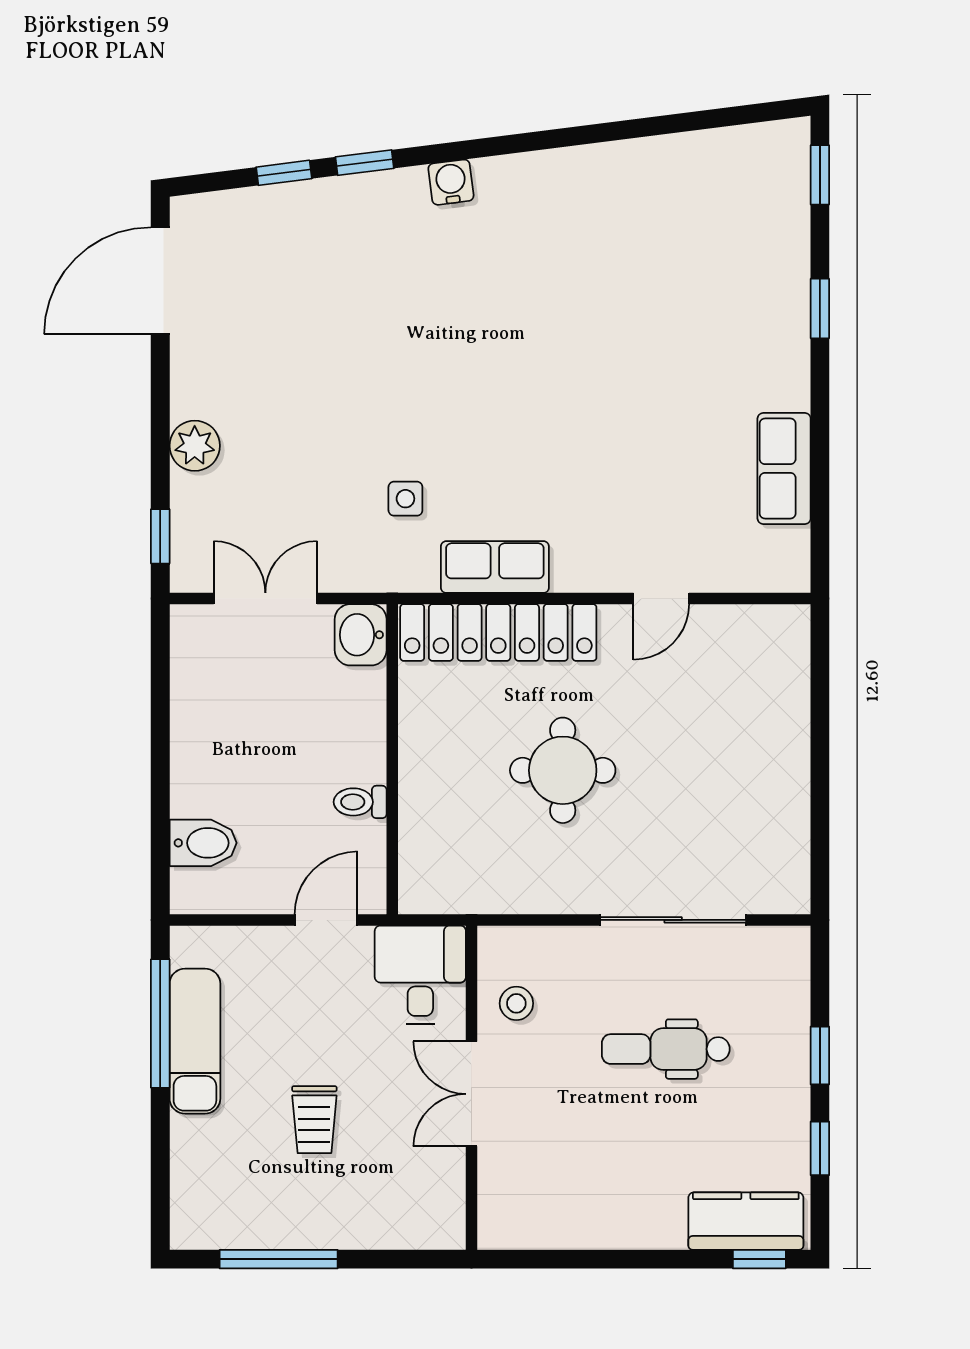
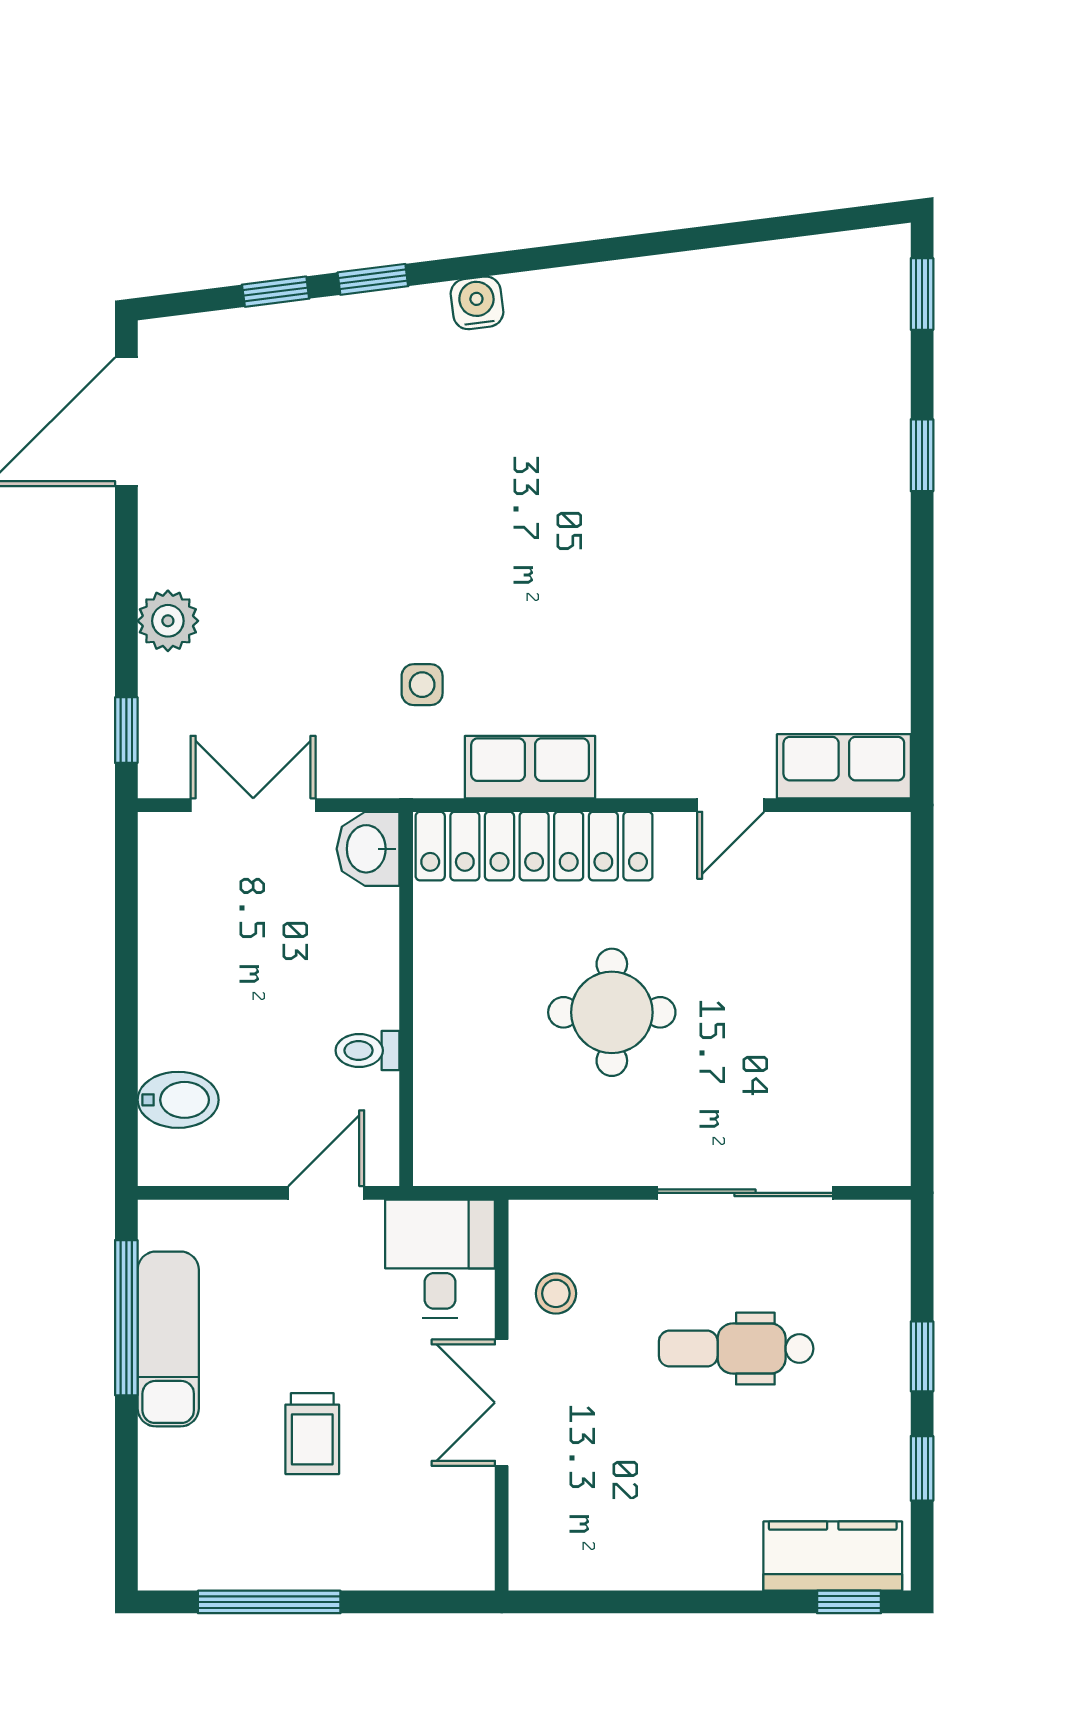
row of seats: (784, 468) -> (844, 766), moved, turned 90

